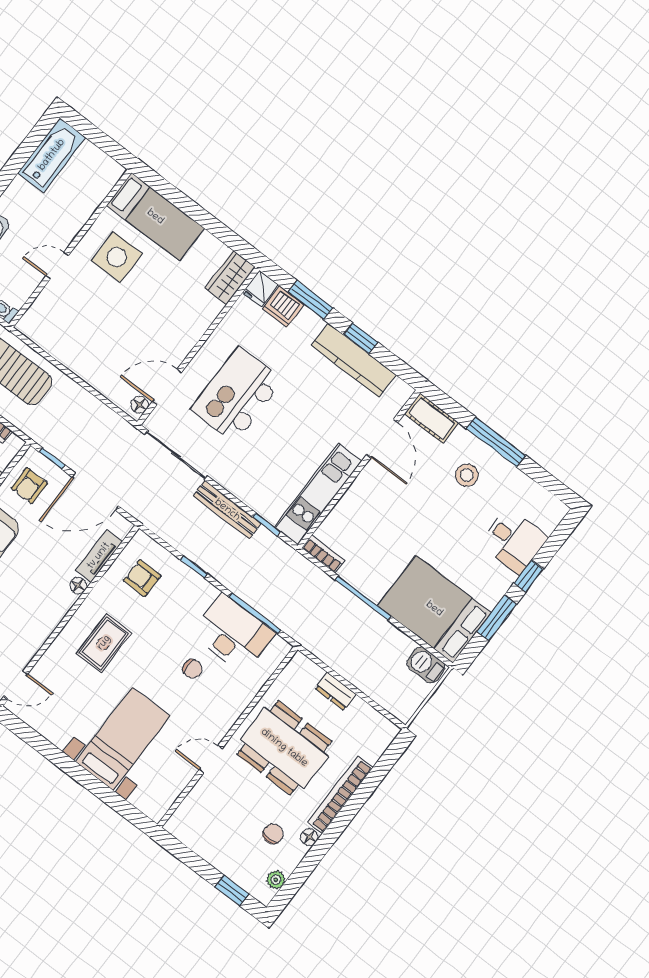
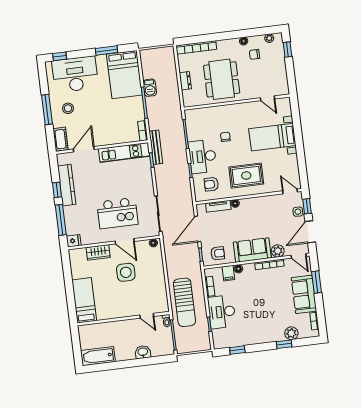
side table: (117, 257) -> (126, 272), moved
door: (57, 266) -> (147, 316), moved
wardrobe: (230, 278) -> (98, 252), moved
window: (310, 300) -> (61, 220), width x1.44
dishwasher: (283, 307) -> (72, 227), removed
door: (167, 387) -> (125, 241), moved
door: (95, 492) -> (198, 229), swing flipped
bench: (227, 510) -> (156, 147), moved
desk: (514, 541) -> (75, 74), width x1.87, depth x1.30
window: (529, 576) -> (60, 56), moved
armchair: (142, 578) -> (211, 184), turned 90
desk: (233, 634) -> (203, 156), moved
rug: (104, 643) -> (246, 176), width x1.36, depth x1.43
barbecue: (426, 665) -> (150, 88), moved
door: (211, 759) -> (268, 98), moved
bookcase: (340, 795) -> (196, 47), moved

